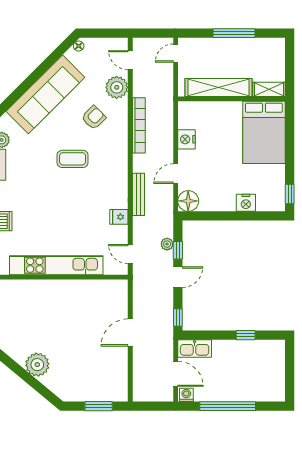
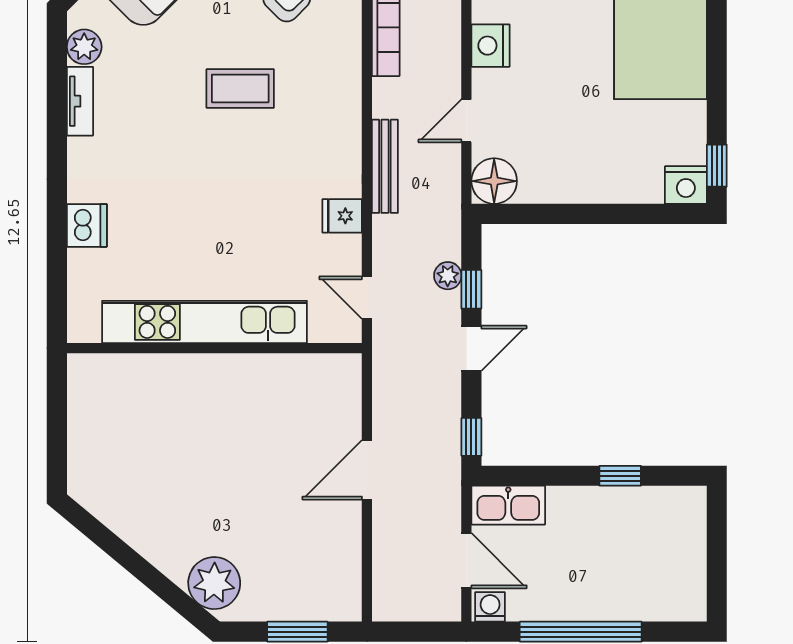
nightstand: (246, 203) -> (686, 185), moved
plant: (37, 365) -> (214, 583), moved

